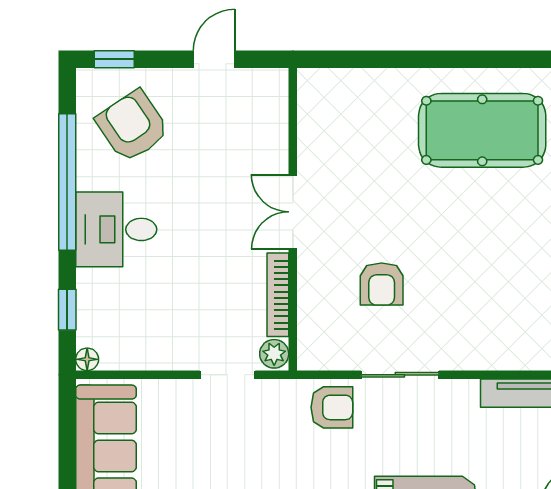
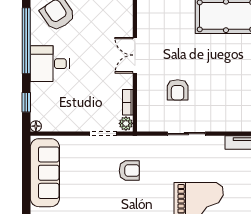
bookcase: (278, 295) -> (128, 102), width x0.64
armchair: (332, 407) -> (129, 171), moved

